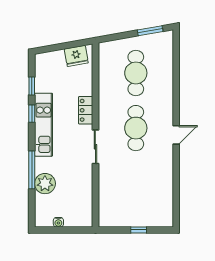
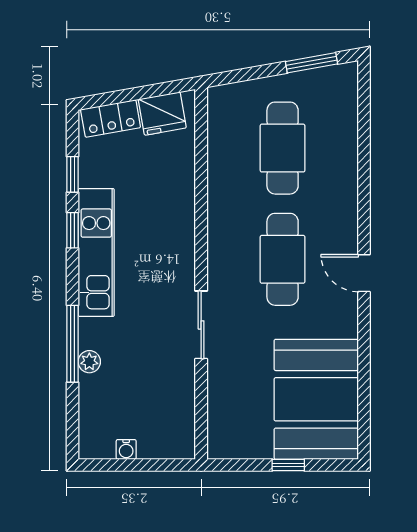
locker: (86, 110) -> (111, 118), moved, turned -100
door: (176, 135) -> (364, 273), swing flipped
sliding door: (95, 147) -> (201, 325), moved
plant: (45, 184) -> (89, 362), width x0.53, depth x0.53
booth: (152, 197) -> (316, 399), added

